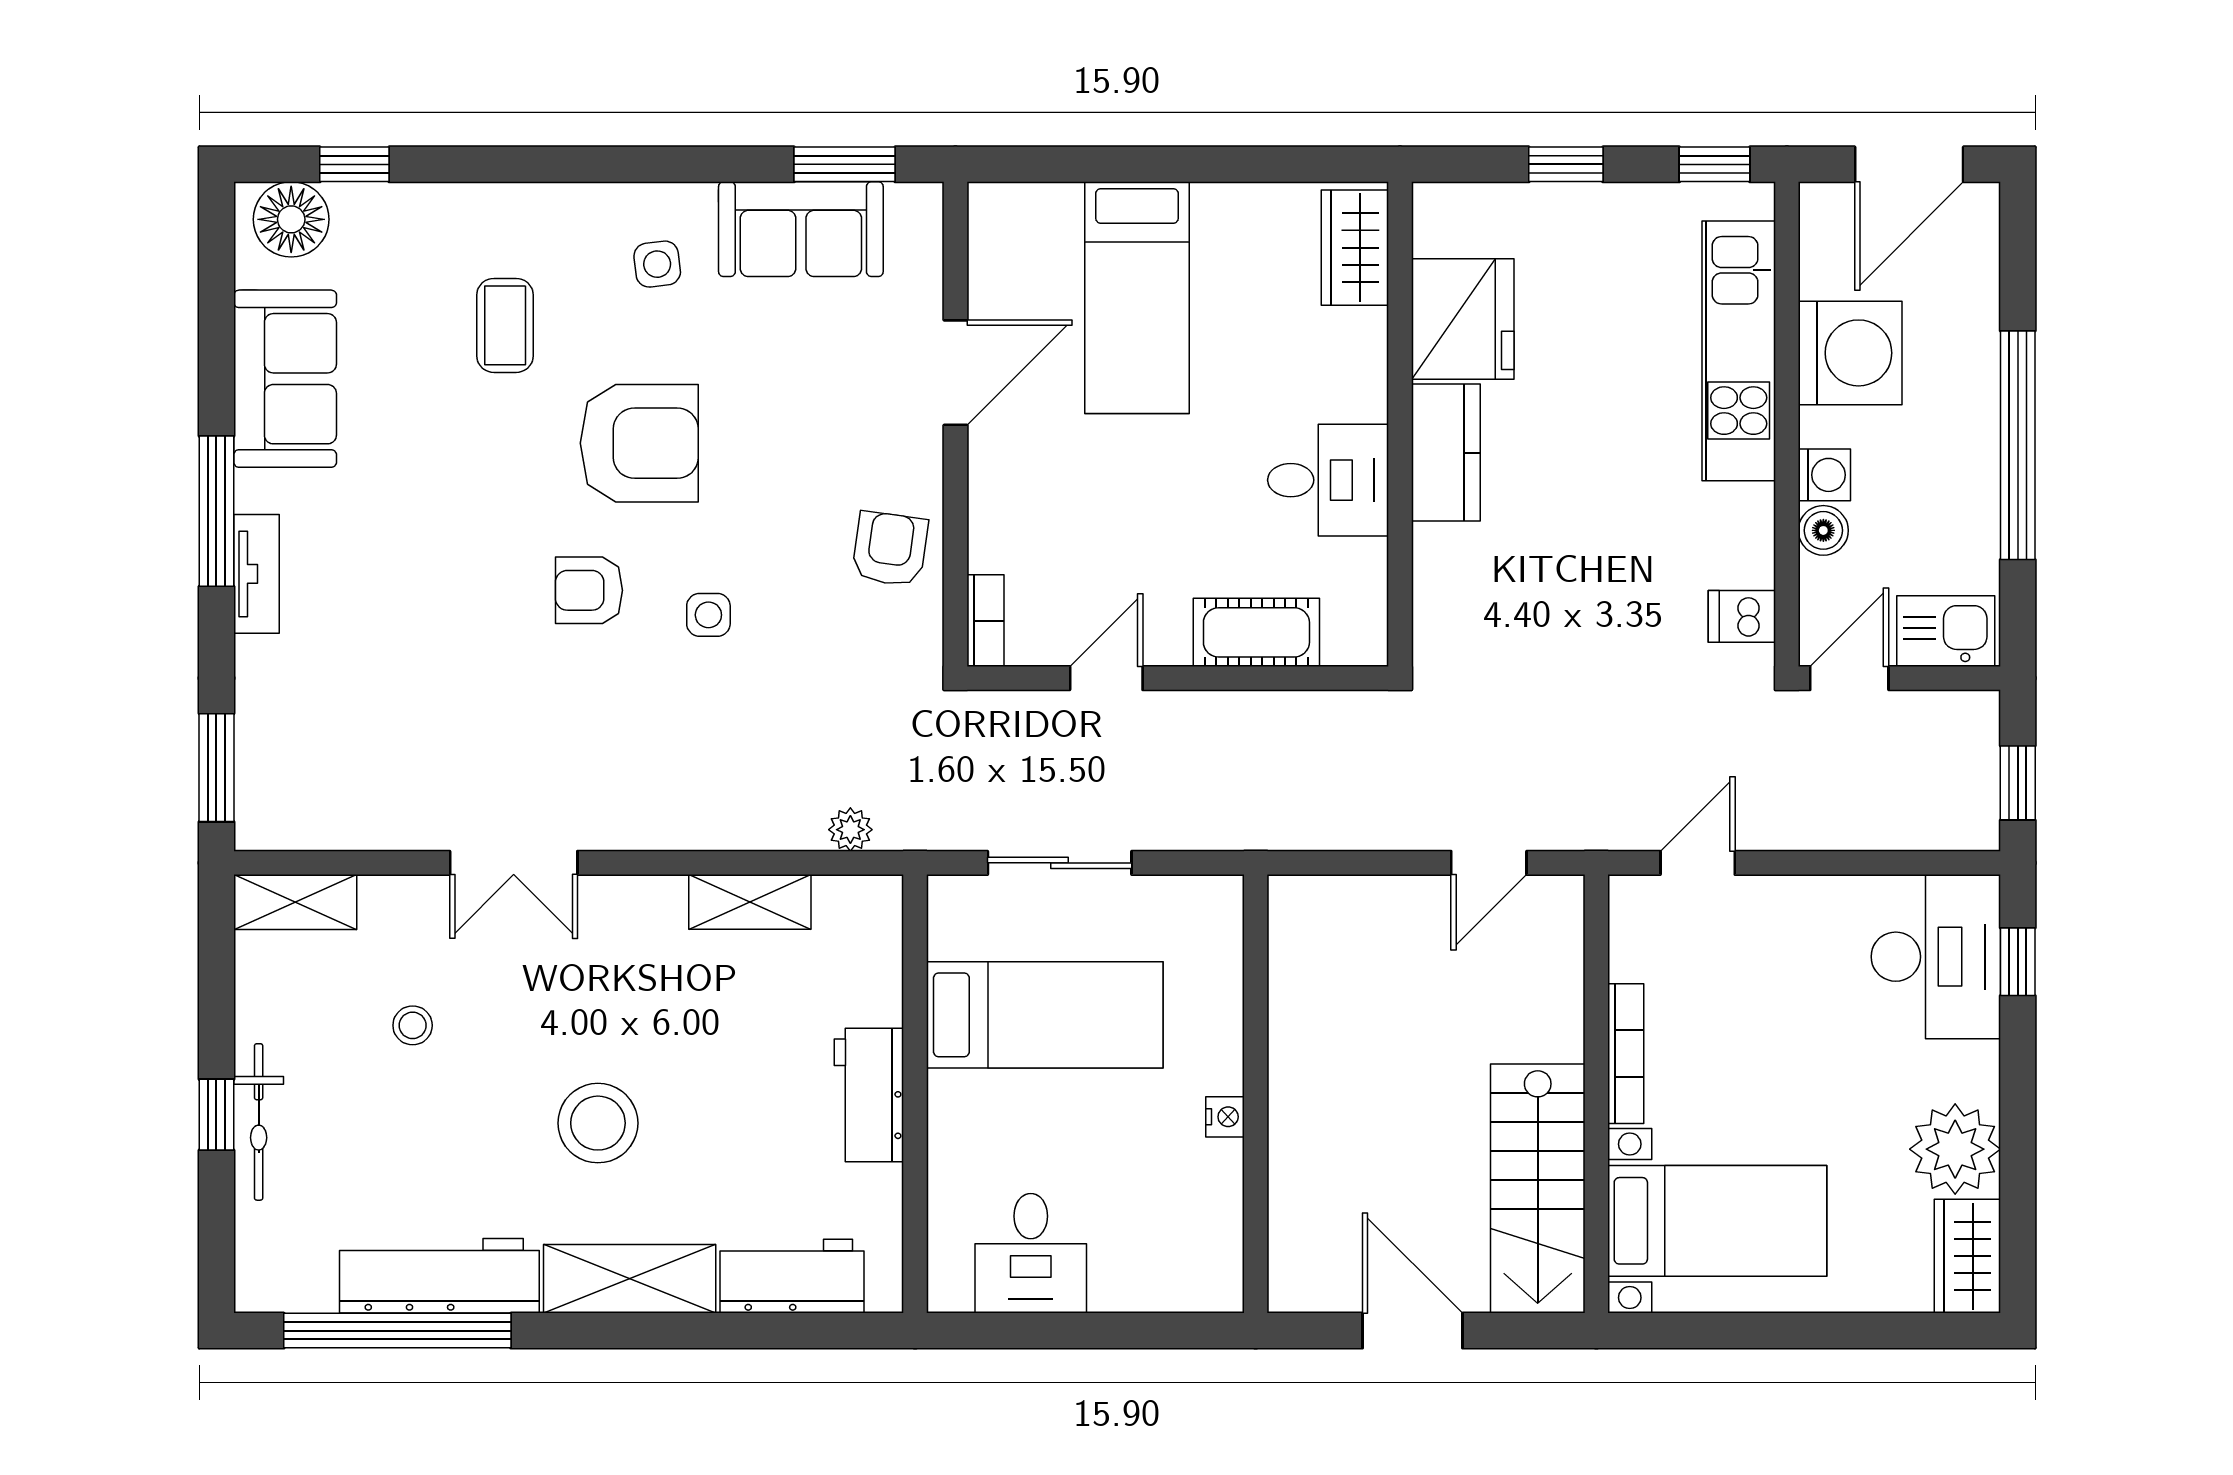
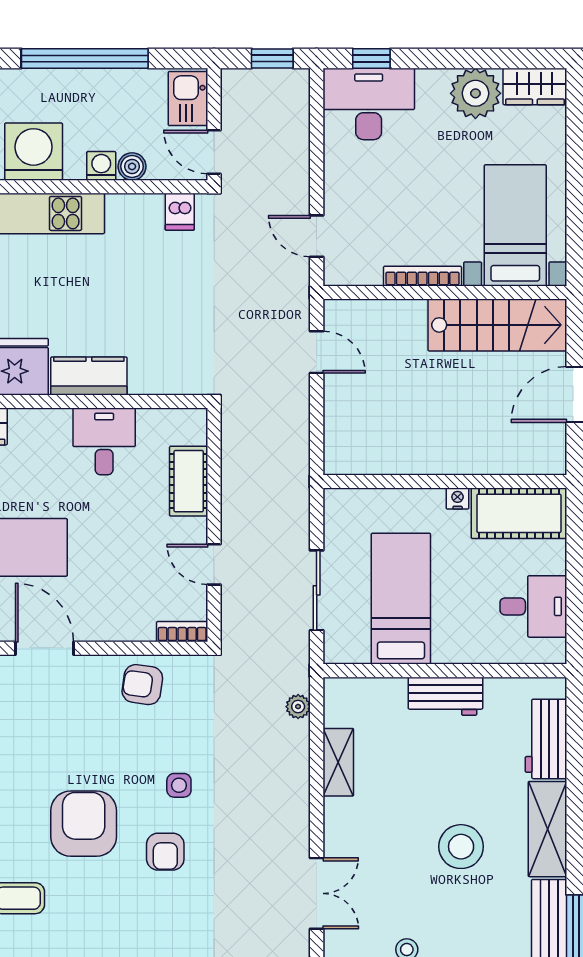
cot: (1198, 1227) -> (519, 513), added

